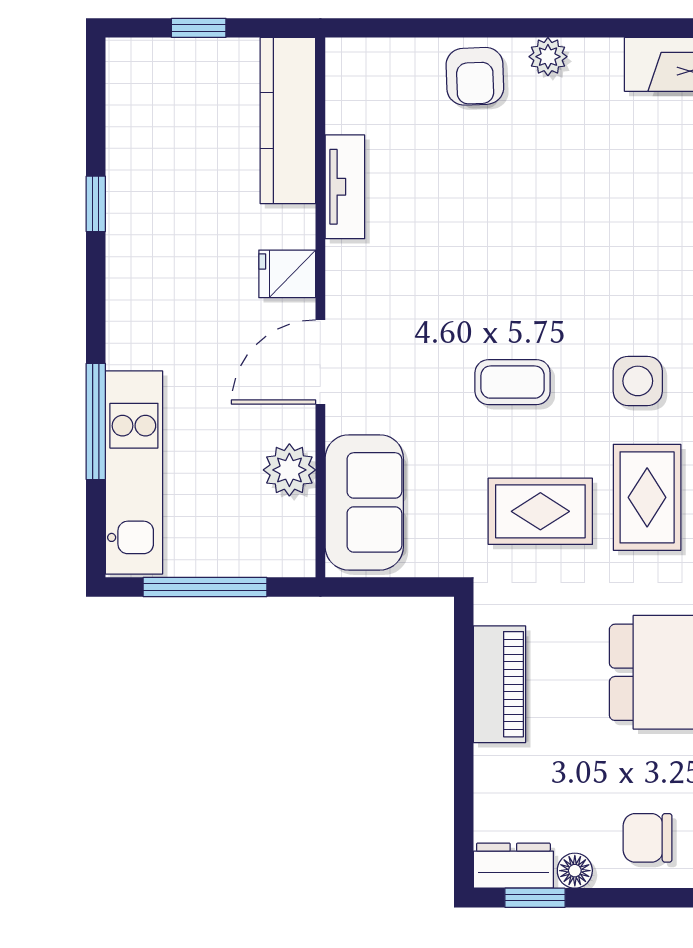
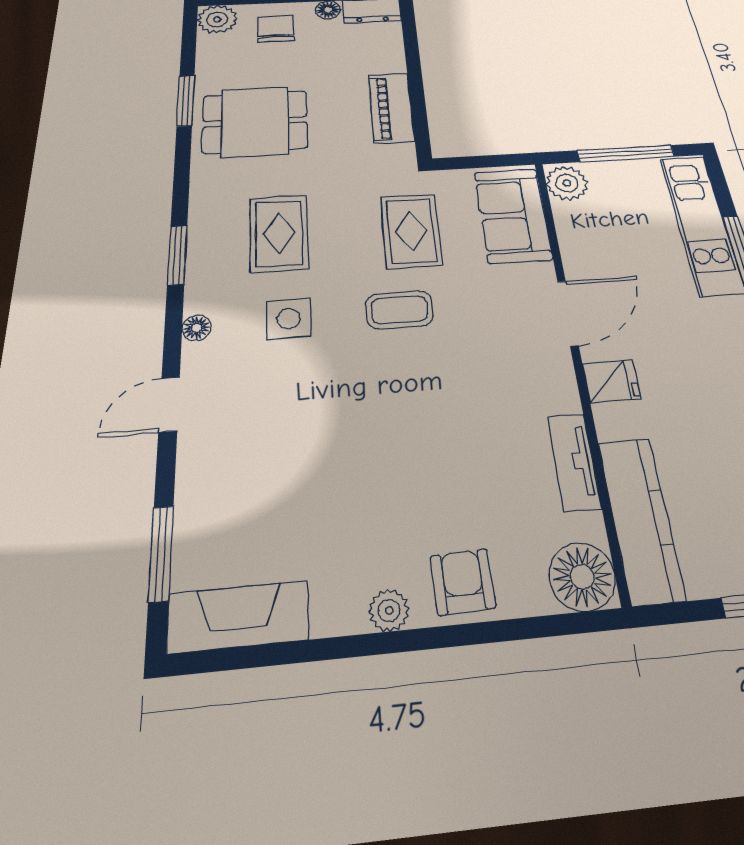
floor lamp: (358, 70) -> (582, 577), added
plant: (289, 470) -> (567, 183), moved
rug: (540, 511) -> (411, 231), moved, turned 90
chair: (648, 838) -> (276, 29), turned -90

